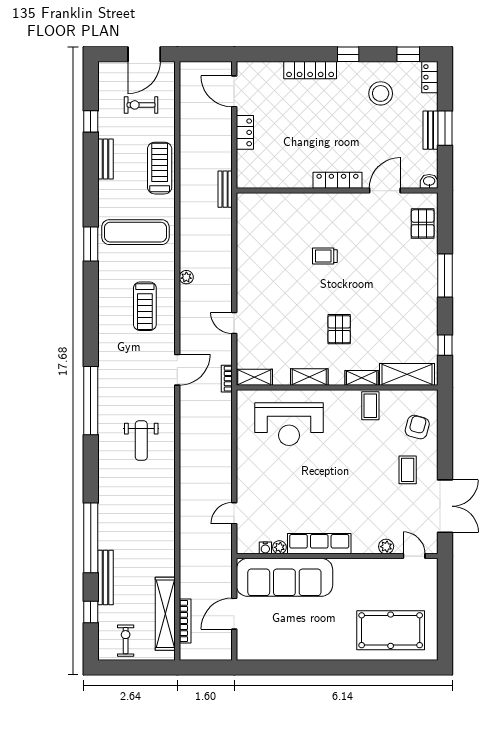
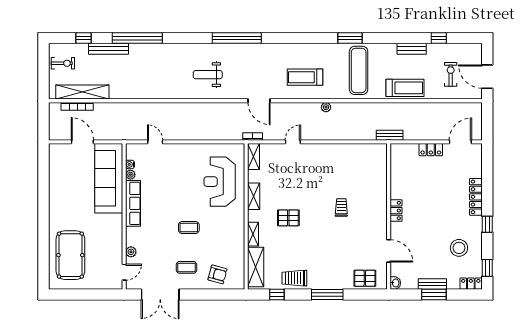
locker: (337, 180) -> (396, 211), width x0.66
trolley: (422, 321) -> (294, 278), added
coffee table: (370, 406) -> (189, 228), moved

